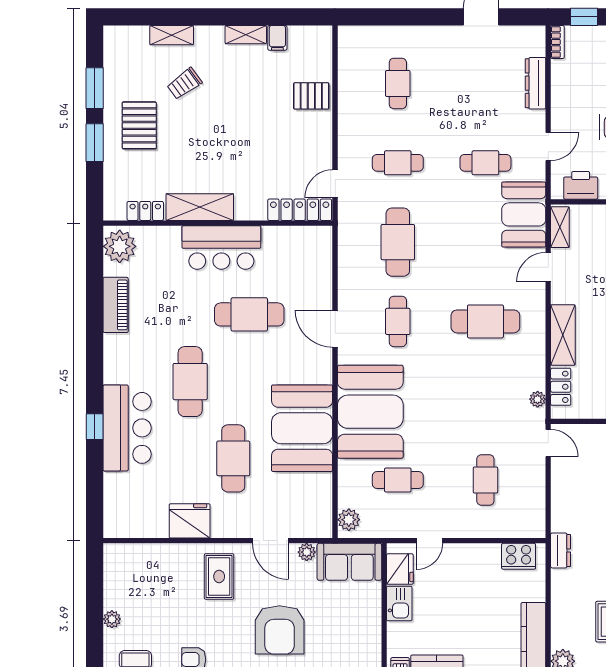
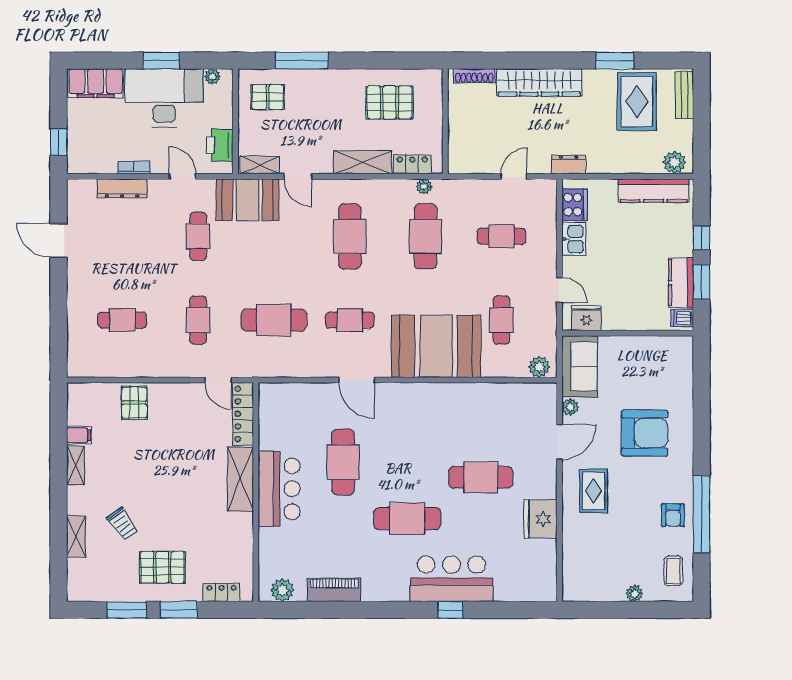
bookcase: (557, 42) -> (134, 168), moved
shelving: (200, 207) -> (240, 479), moved
locker: (145, 211) -> (221, 593), moved, turned 90
plant: (120, 246) -> (282, 590), width x0.73, depth x0.73
door: (335, 329) -> (357, 380), hinge flipped
cafe table: (485, 401) -> (426, 236), added
booth: (302, 428) -> (452, 412), removed
door: (548, 443) -> (514, 176), moved
rug: (219, 576) -> (594, 491), turned 90
kitchen sink: (399, 603) -> (574, 239), moved, turned 90

